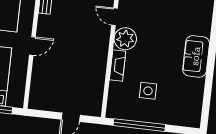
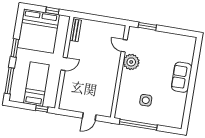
fireplace: (118, 65) -> (125, 81), removed

